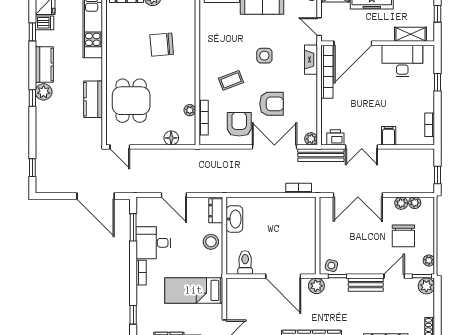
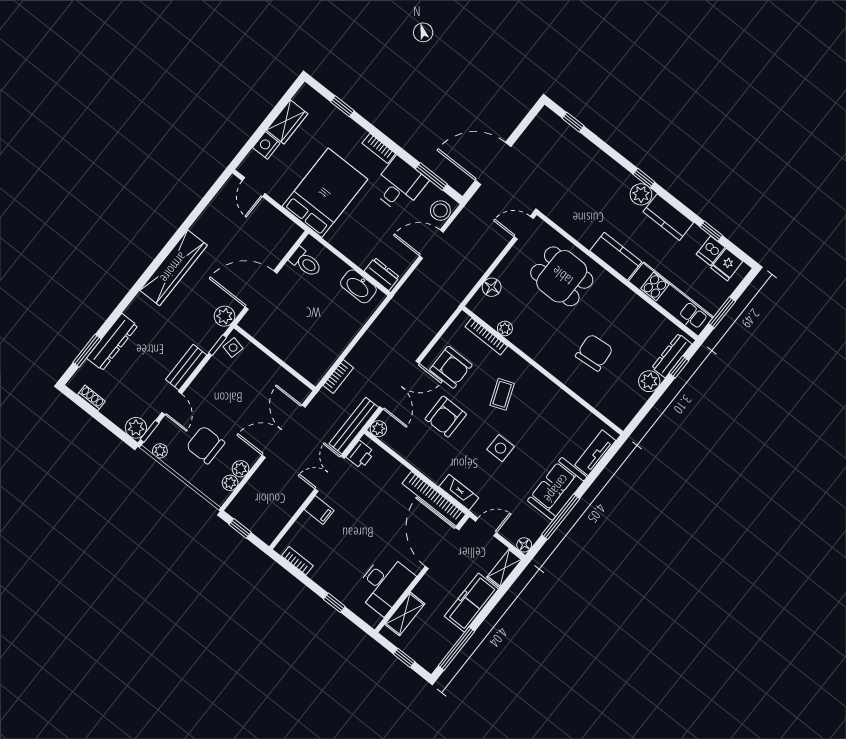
kitchen counter: (93, 99) -> (616, 256), moved
stool: (211, 242) -> (440, 211), moved
bed: (194, 290) -> (325, 193), width x1.50

